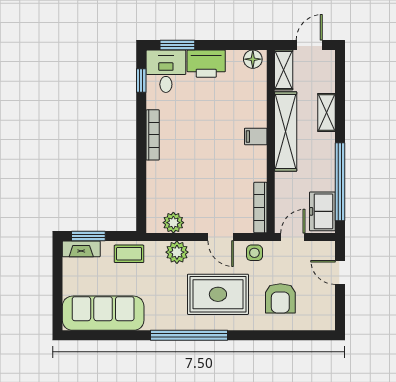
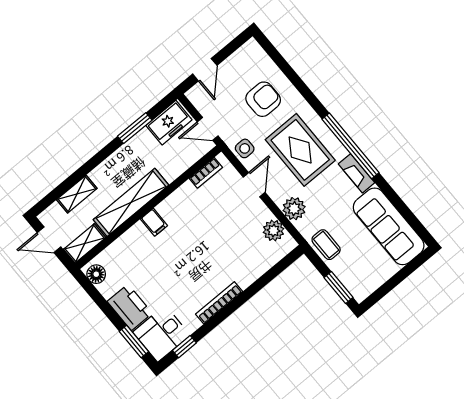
shelving: (326, 112) -> (77, 194), moved
window: (340, 182) -> (135, 128), width x0.47
bookcase: (260, 208) -> (206, 173), width x0.64
fireplace: (81, 249) -> (357, 173), moved, turned 180

